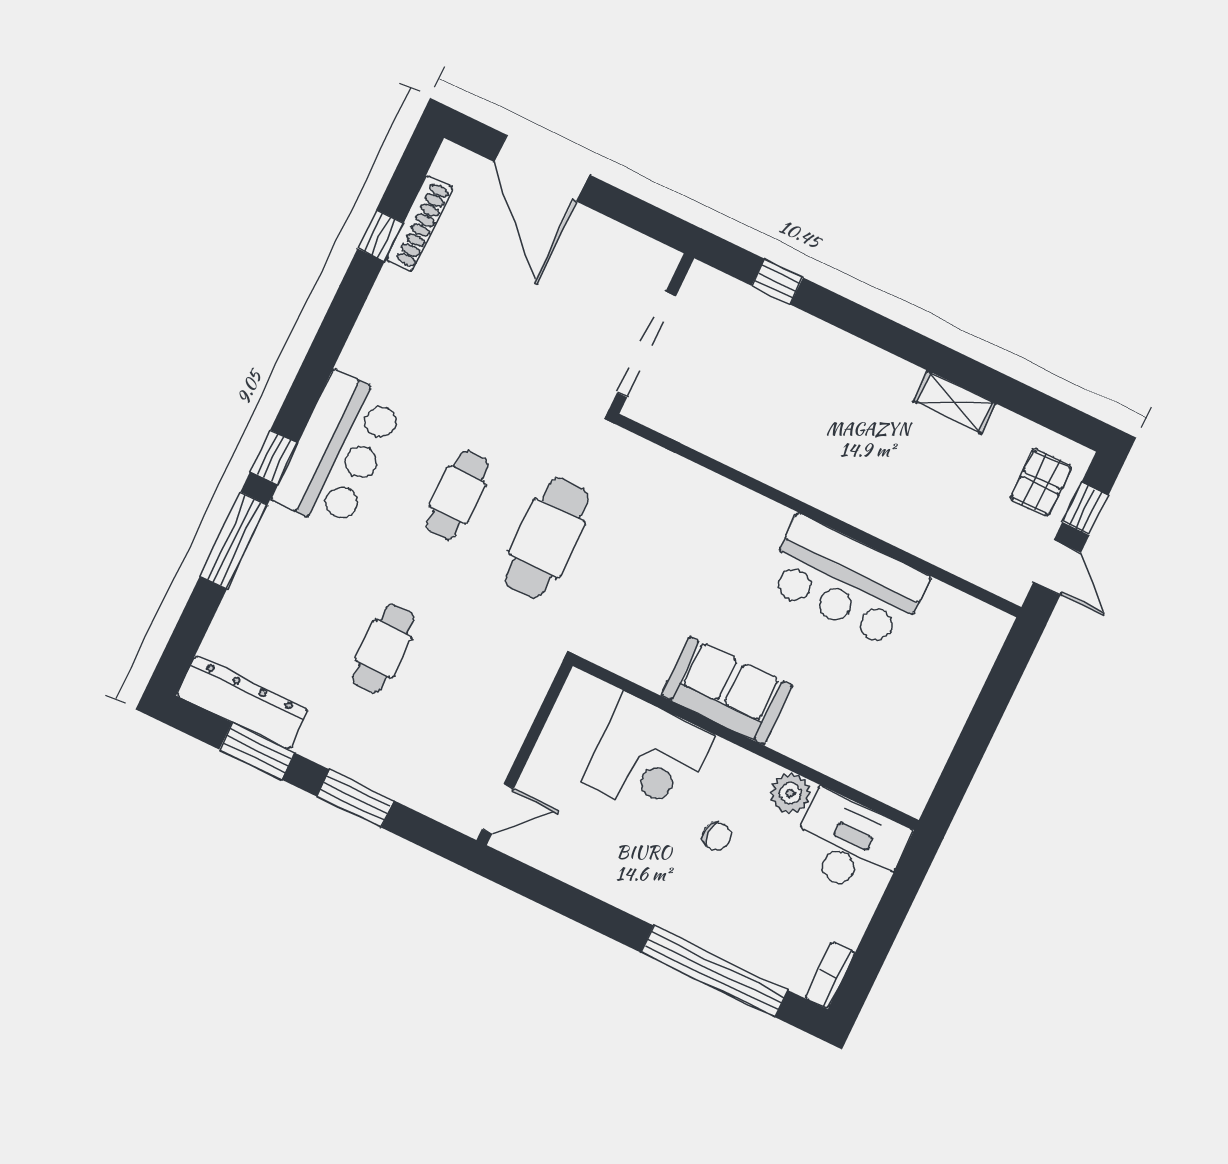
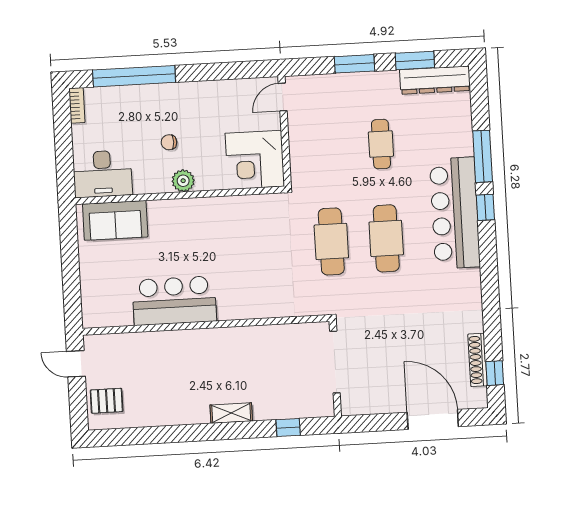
window: (380, 236) -> (495, 373), moved
shelving: (955, 402) -> (231, 413), moved
bar counter: (338, 451) -> (455, 213), width x1.36
pallet: (1041, 482) -> (107, 401), turned 90
cafe table: (457, 495) -> (386, 238), width x1.37, depth x1.35
window: (1085, 509) -> (78, 400), removed
sofa: (727, 691) -> (115, 220), moved
corner desk: (648, 759) -> (255, 160), moved, turned -90
plant: (790, 793) -> (183, 181), moved

